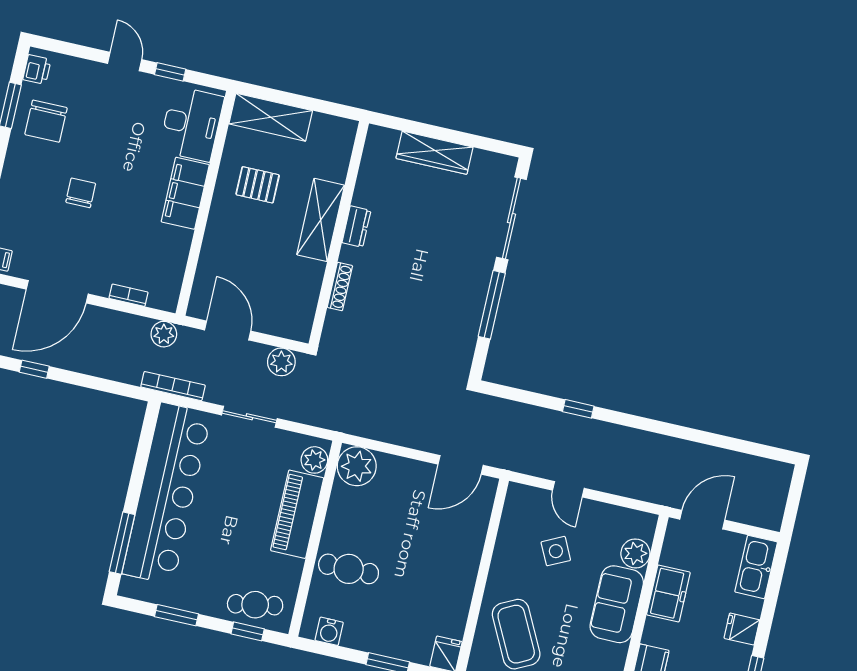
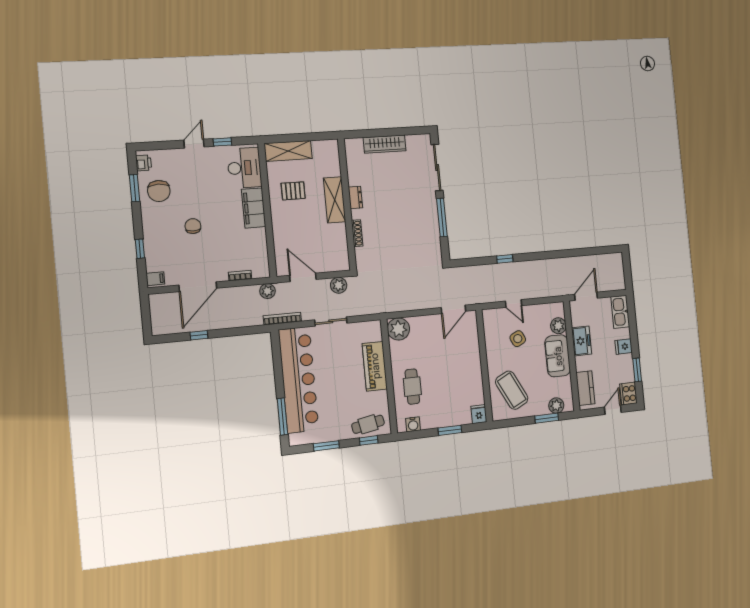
door: (125, 61) -> (194, 144), hinge flipped
plant: (314, 460) -> (374, 333), removed
cafe table: (349, 569) -> (412, 387), turned 90

